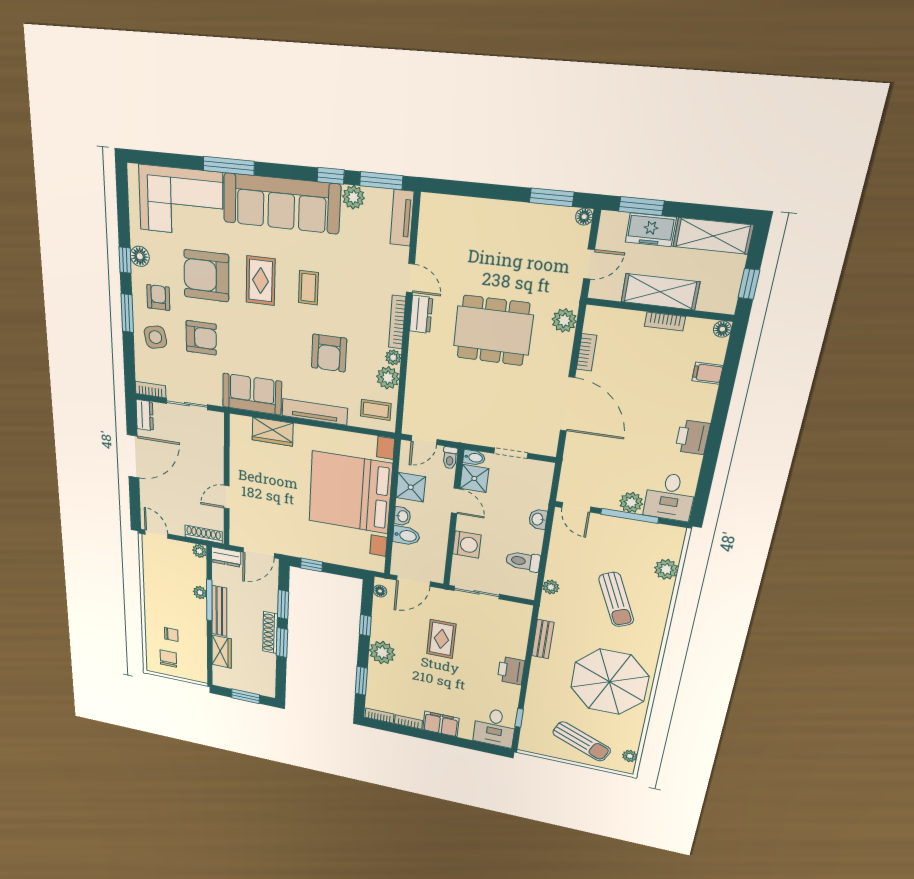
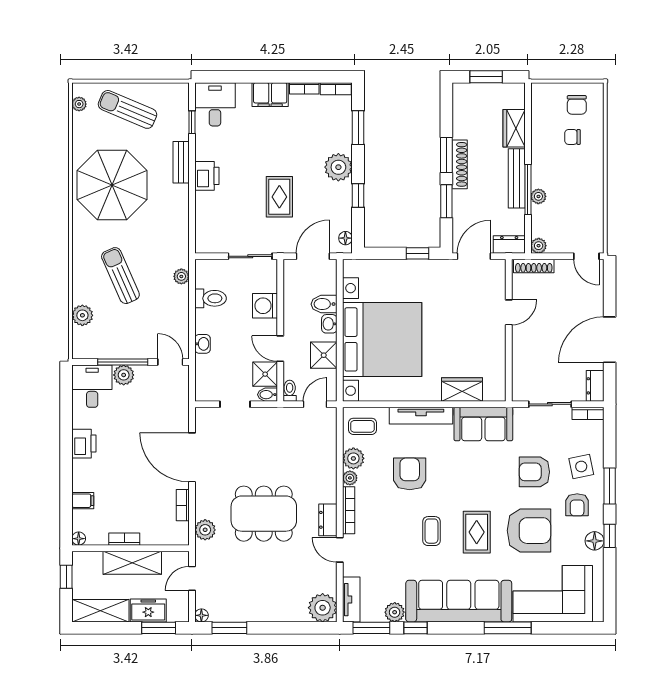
plant: (436, 211) -> (323, 608), added
bench: (543, 639) -> (181, 162), moved

